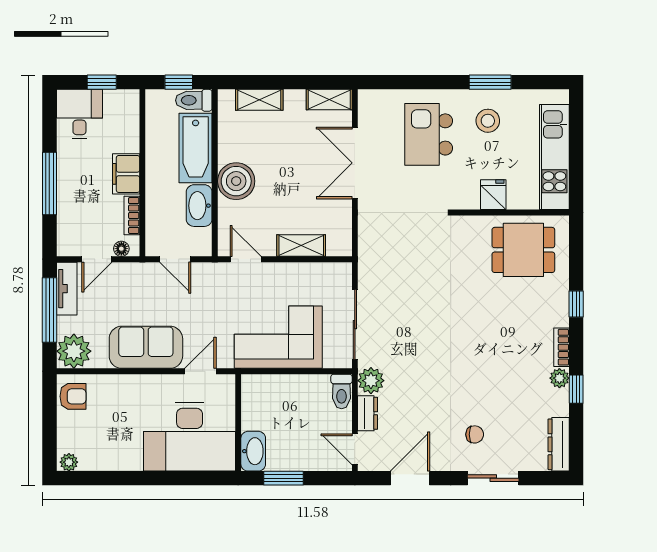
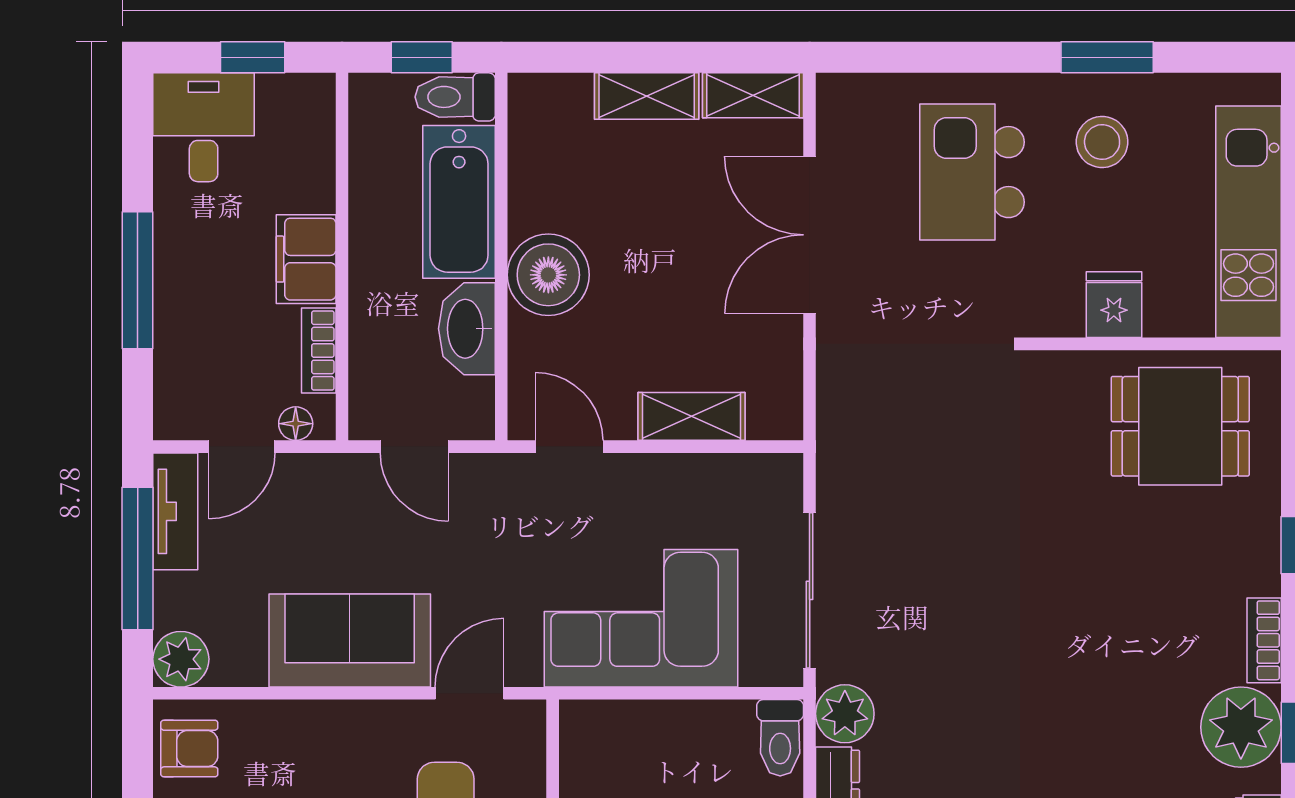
shelving: (259, 100) -> (647, 96), moved
plant: (74, 351) -> (181, 659), width x0.73, depth x0.73
plant: (559, 378) -> (1241, 727), width x1.87, depth x1.87

